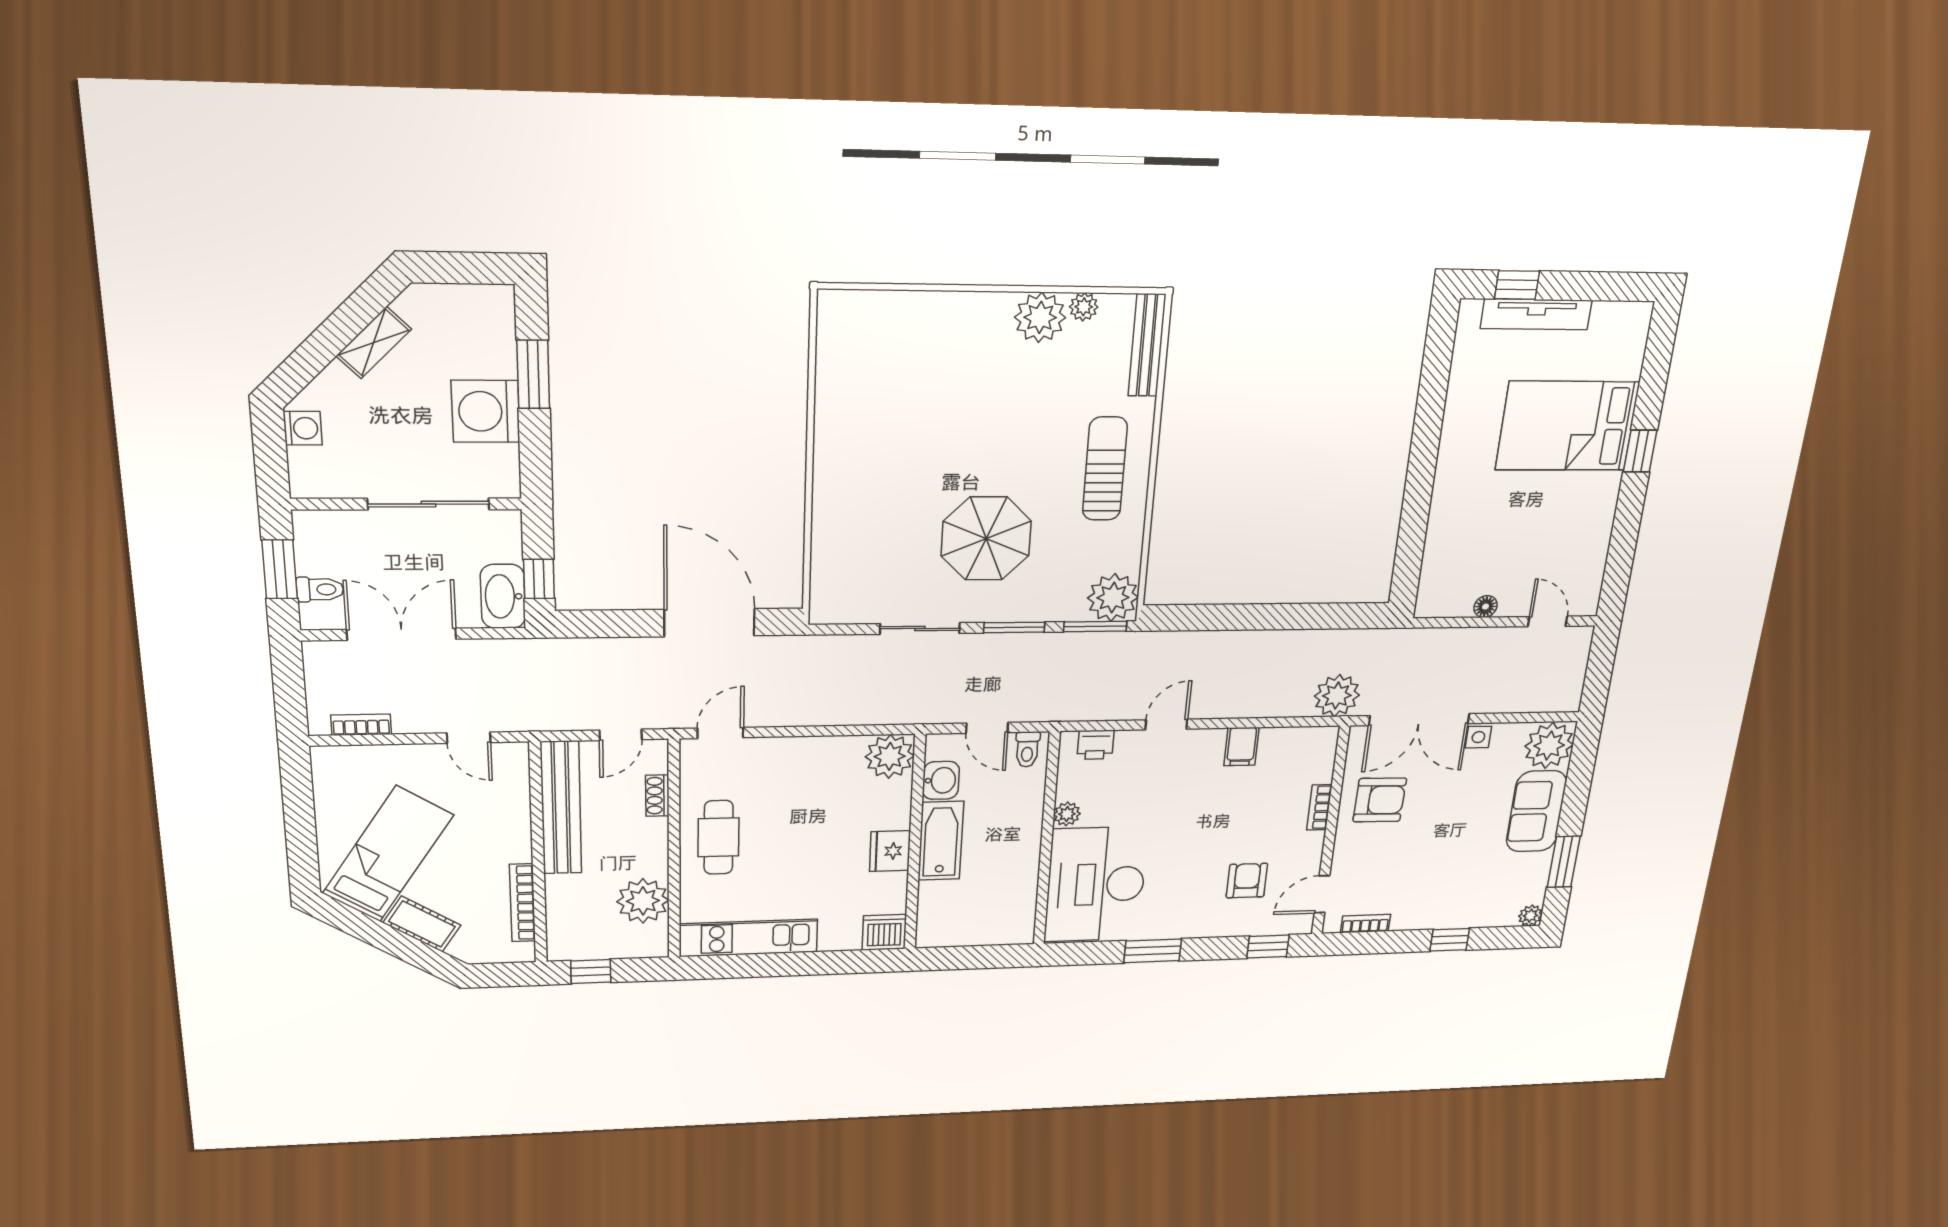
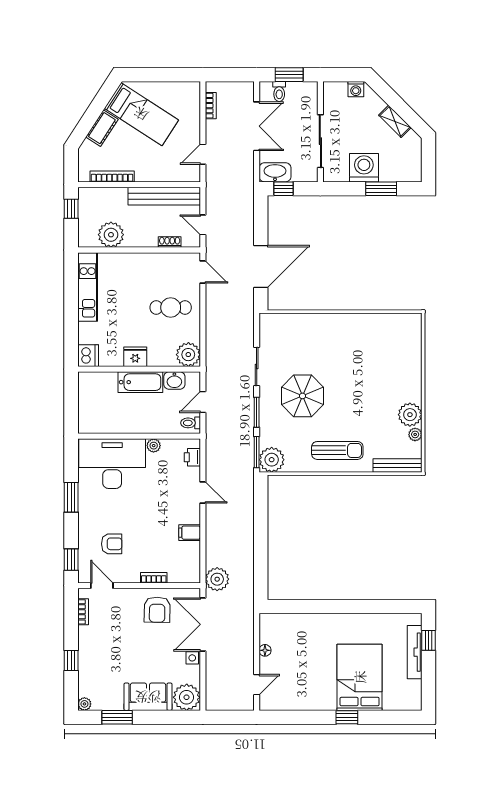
cafe table: (719, 837) -> (171, 307), moved

